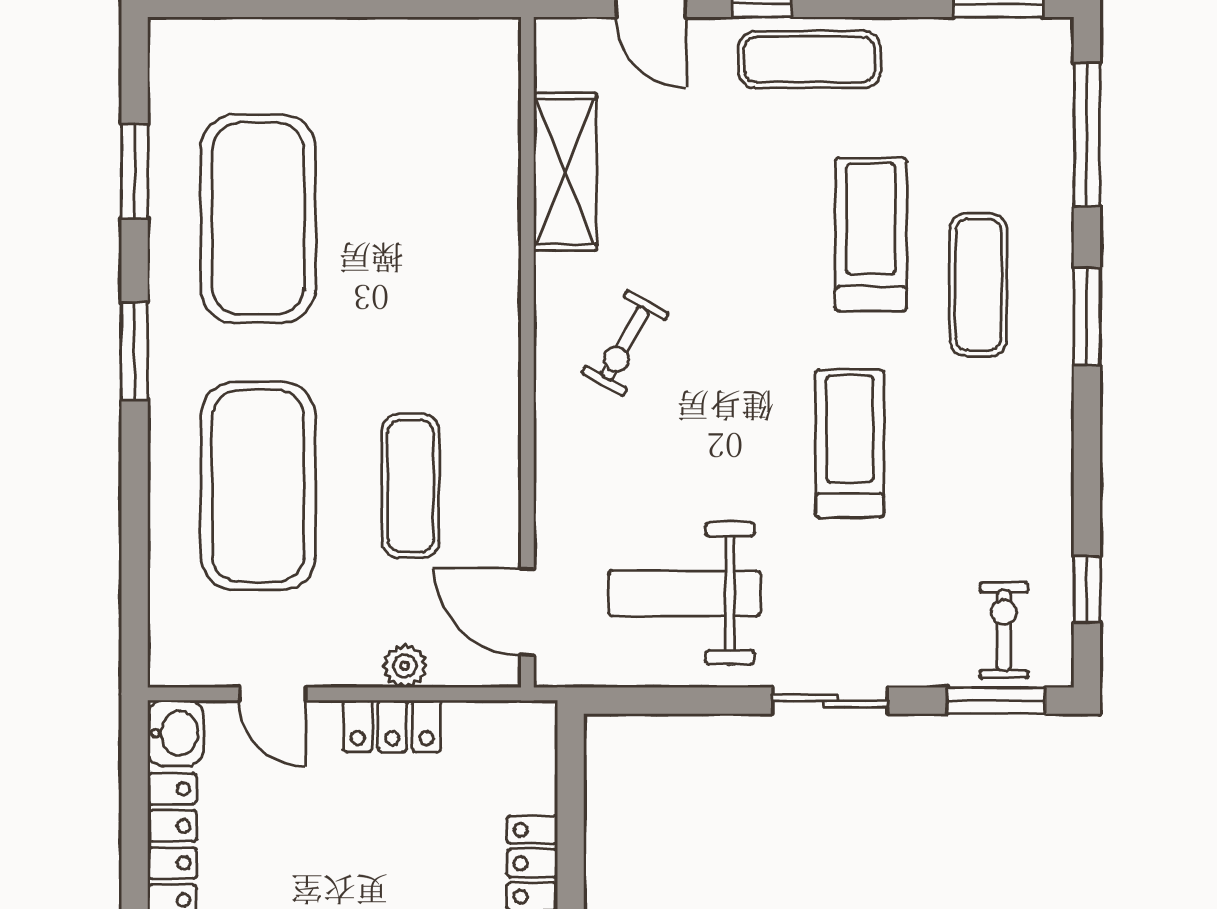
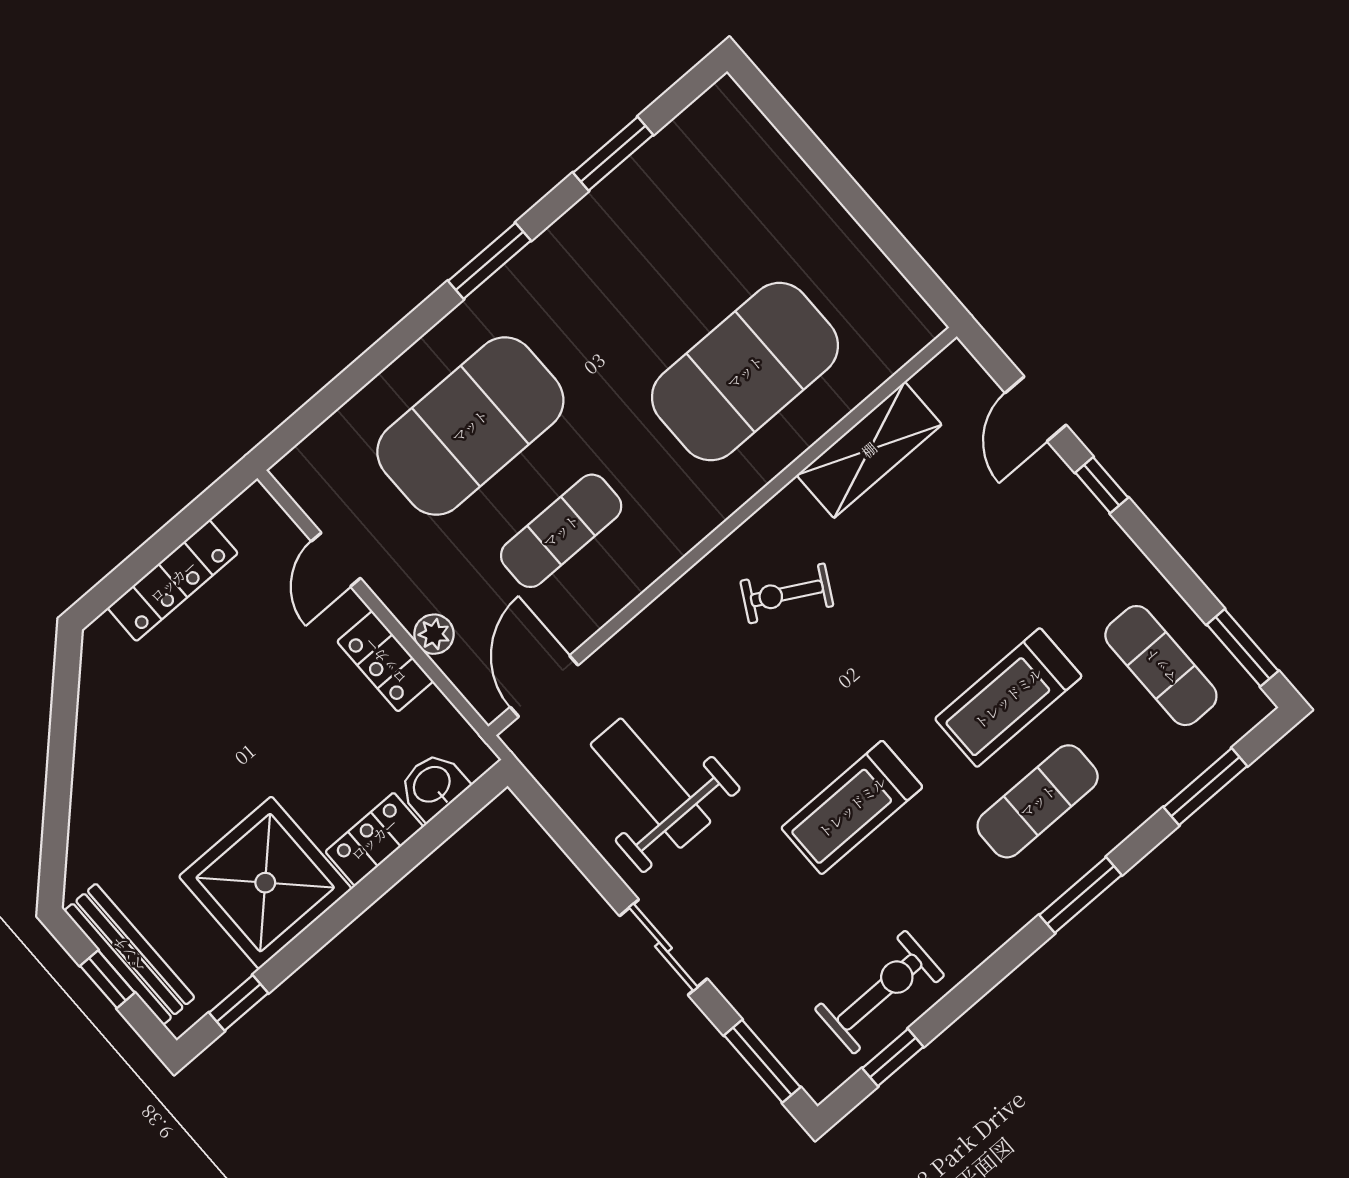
exercise mat: (809, 60) -> (1161, 666), moved
window: (1087, 135) -> (1205, 787), width x0.69
exercise mat: (258, 219) -> (745, 372), moved
treadmill: (871, 234) -> (1008, 698), turned 180
treadmill: (850, 443) -> (852, 807), turned 180
exercise bike: (1004, 630) -> (880, 992), moved, width x1.38, depth x1.39
washbasin: (176, 733) -> (433, 785), moved, turned 180

